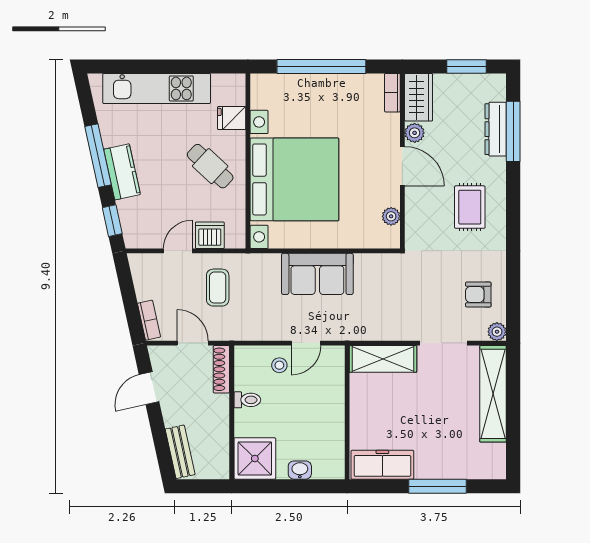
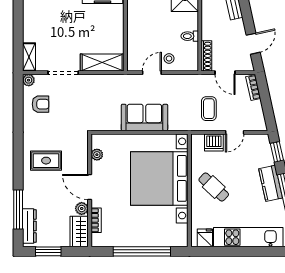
bookcase: (392, 93) -> (96, 220), moved
fridge: (232, 118) -> (205, 238), moved, turned -90
dresser: (496, 129) -> (29, 226), moved
rug: (470, 207) -> (46, 161), turned 90
shelving: (493, 394) -> (29, 57), width x0.45, depth x0.75

